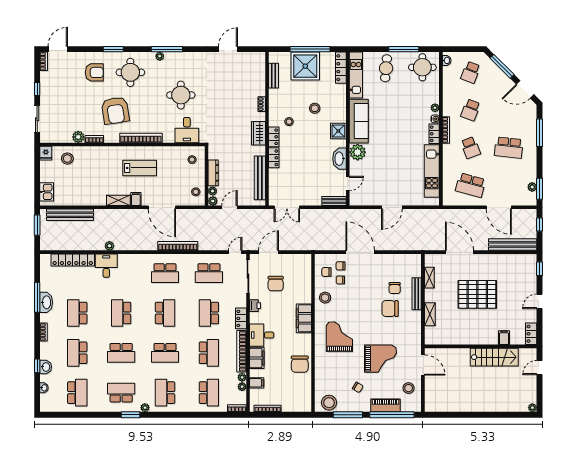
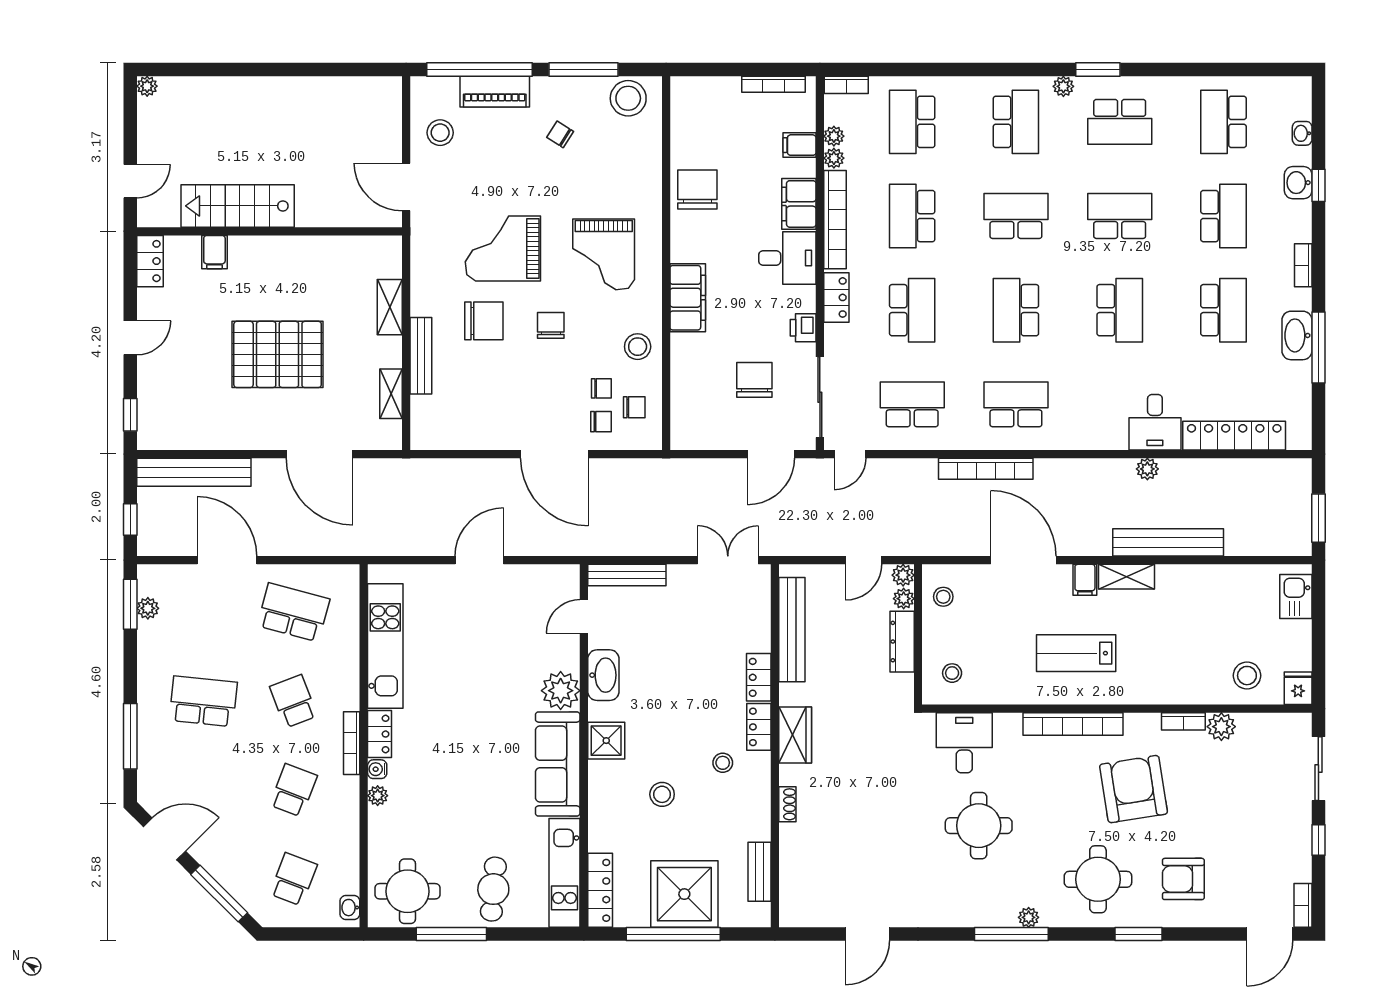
bench: (334, 201) -> (627, 575), width x1.36
bench: (70, 215) -> (1168, 542), moved
chair: (395, 288) -> (551, 325), moved
grand piano: (381, 359) -> (503, 249), moved

